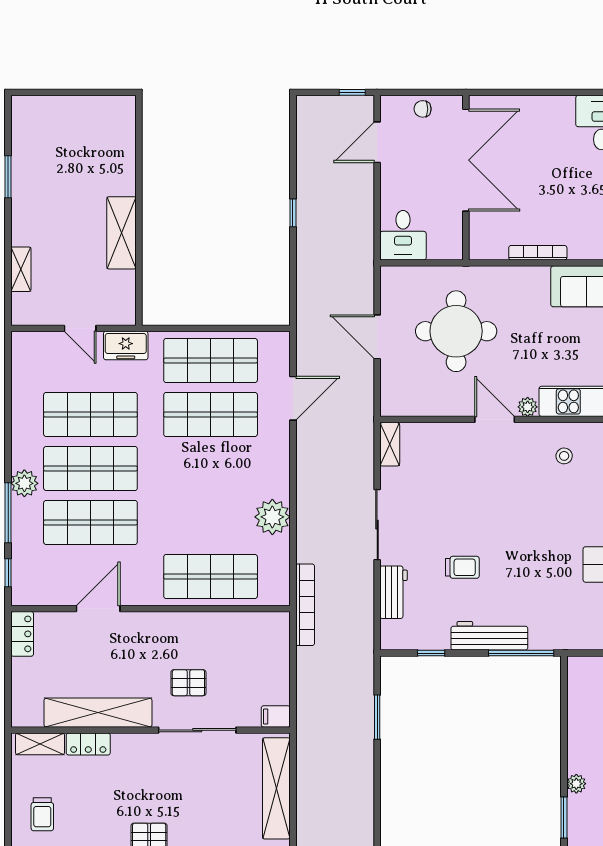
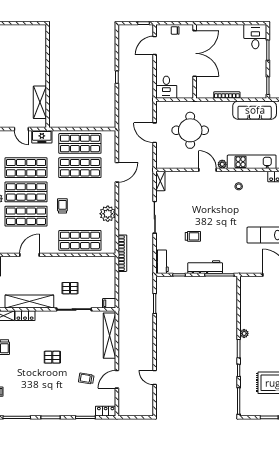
shelving: (121, 233) -> (40, 102), moved
door: (293, 398) -> (117, 172), moved
trolley: (172, 499) -> (62, 206), added
workbench: (394, 592) -> (162, 262), moved

